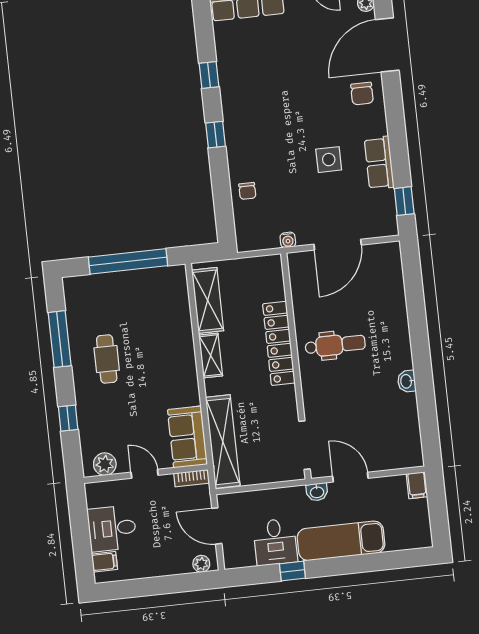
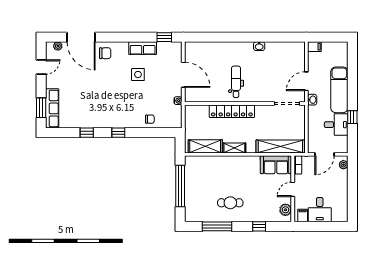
filing cabinet: (105, 562) -> (303, 216), moved

